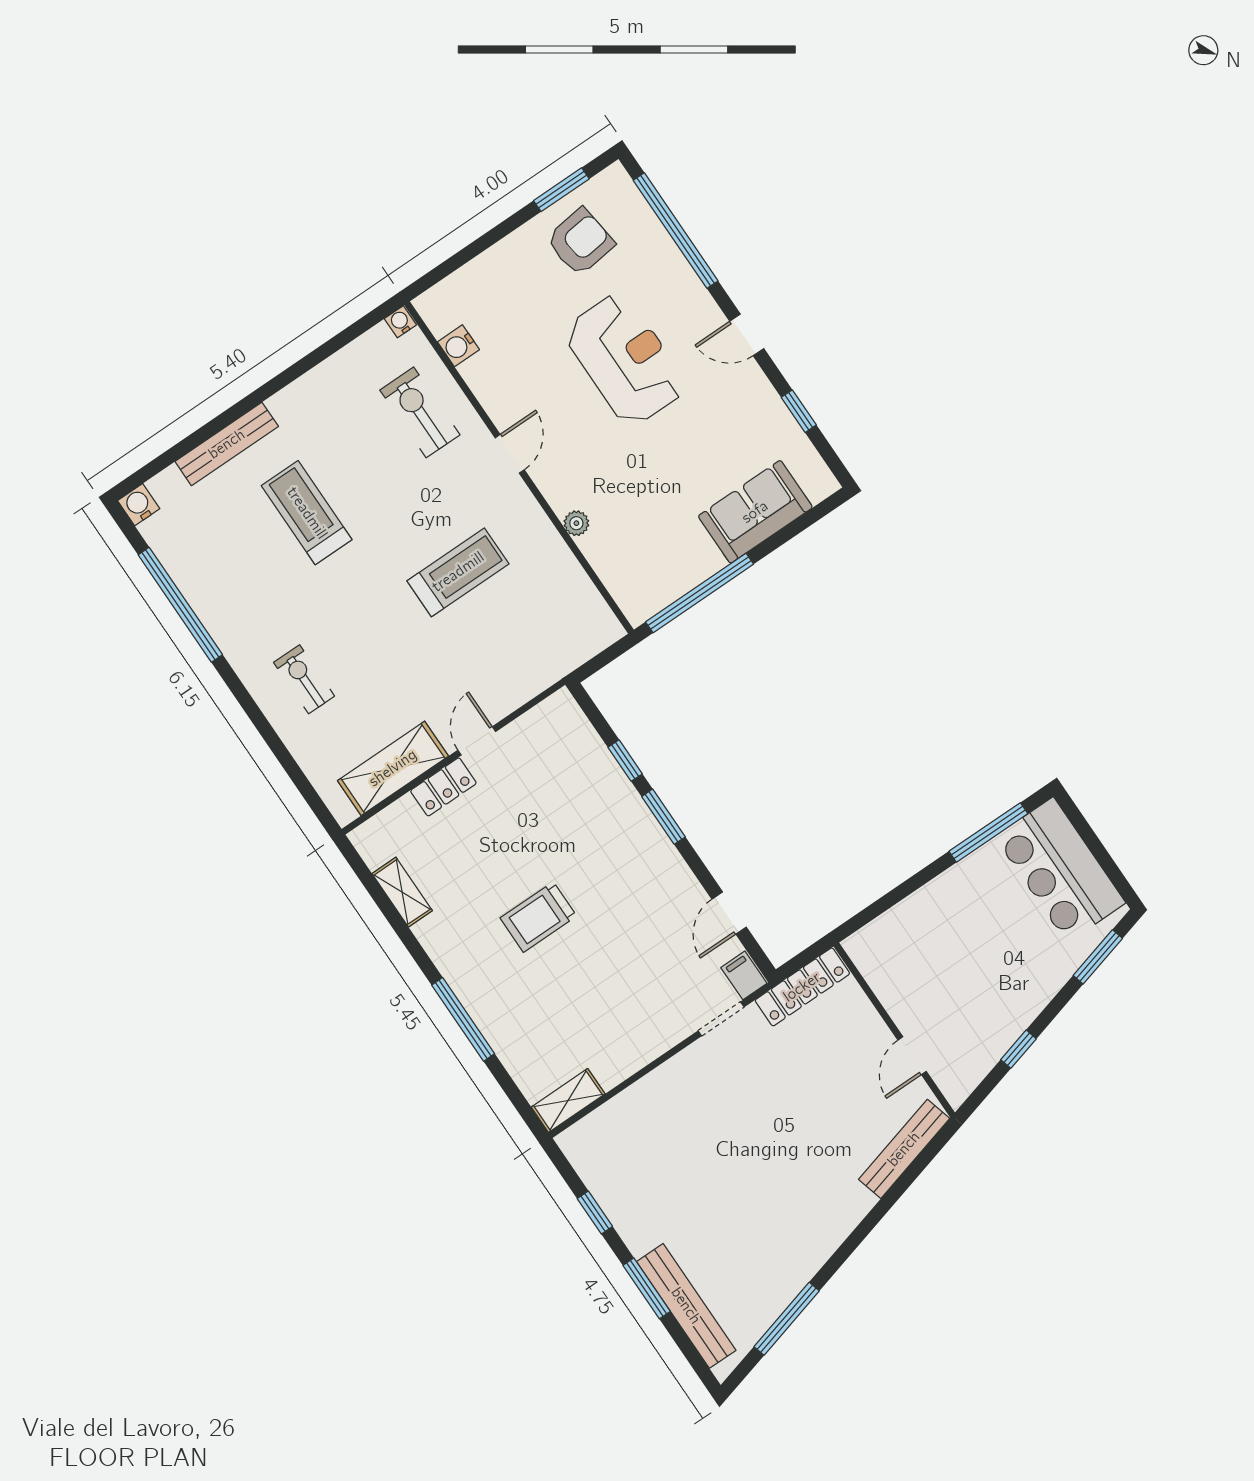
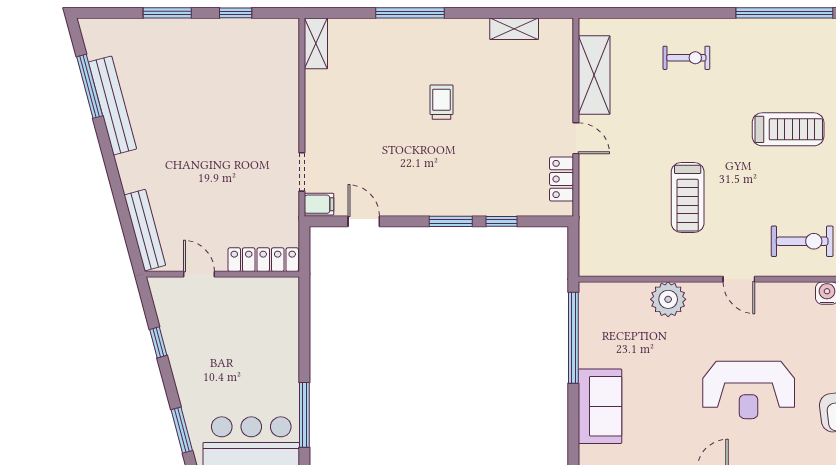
plant: (576, 523) -> (668, 299), width x1.87, depth x1.87
locker: (443, 787) -> (562, 179), moved
trolley: (538, 917) -> (441, 102), width x0.73, depth x0.72
locker: (802, 987) -> (263, 260), moved, turned 90
bench: (686, 1306) -> (112, 106), moved, turned 75

